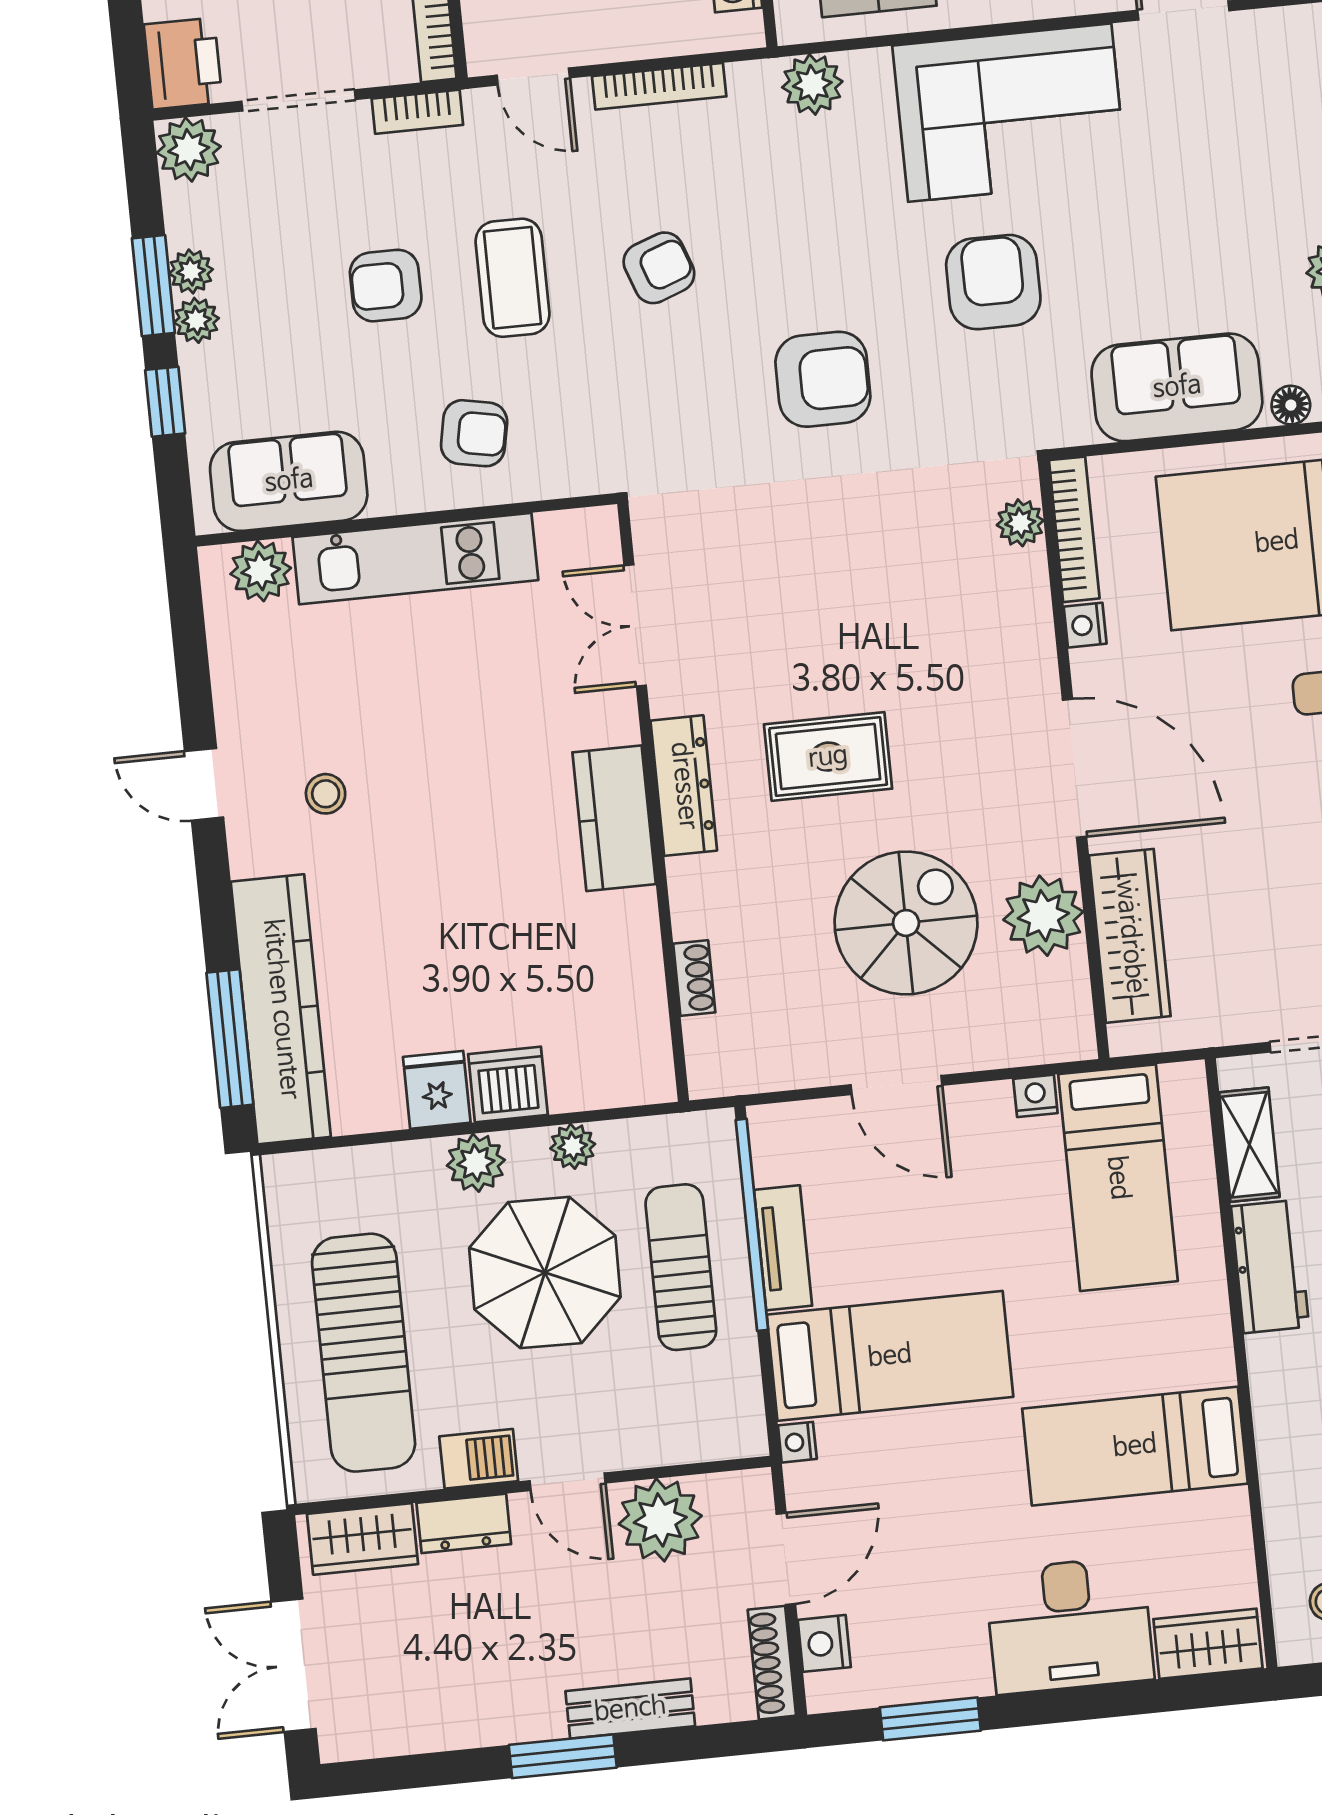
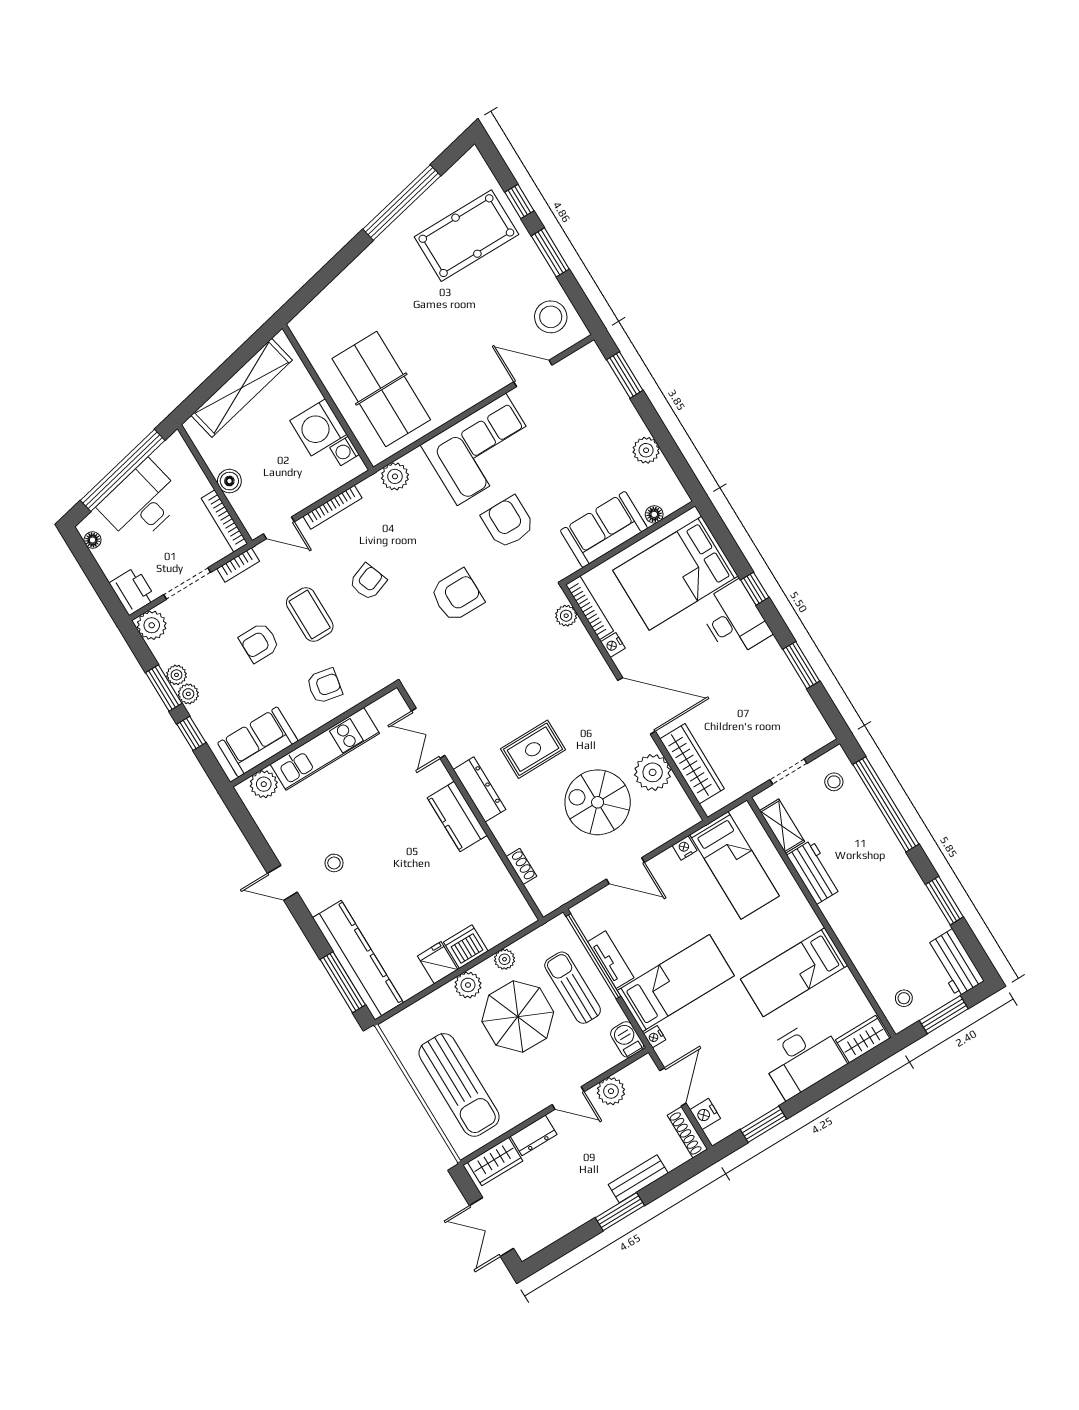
spiral stairs: (906, 923) -> (598, 802), turned -90
barbecue: (479, 1459) -> (627, 1040), moved, turned -90
plant: (660, 1520) -> (611, 1091), width x0.73, depth x0.73

